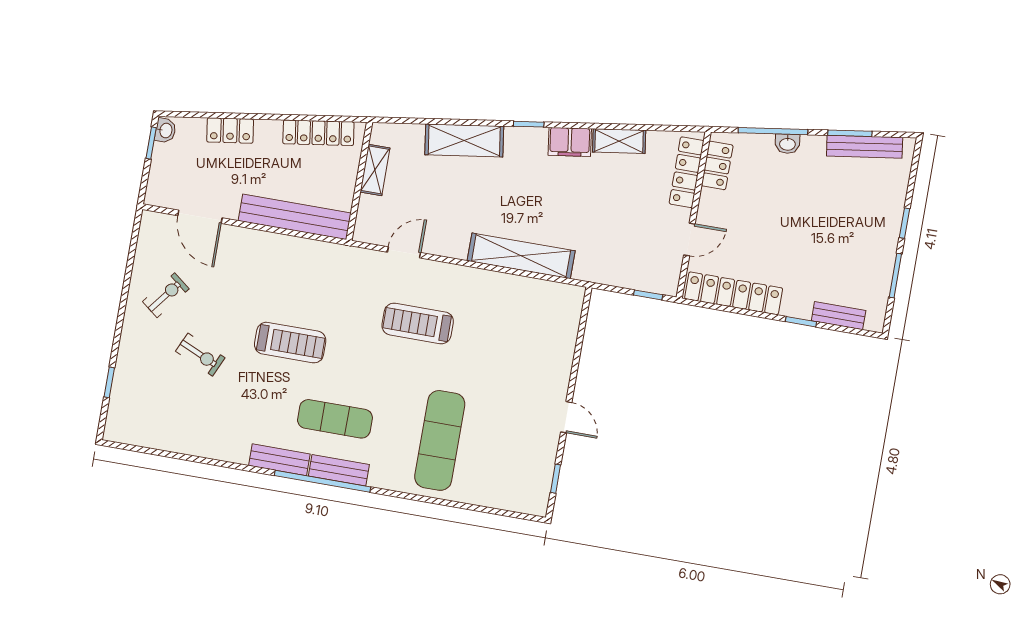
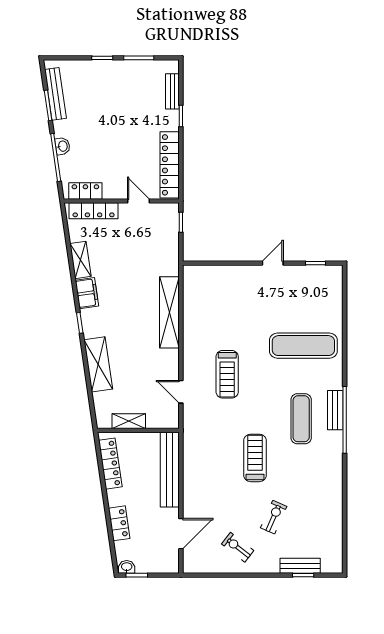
bench: (279, 460) -> (300, 566), moved, turned 90

